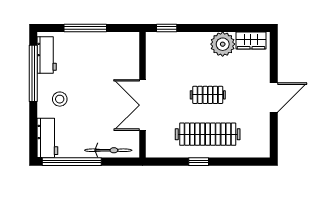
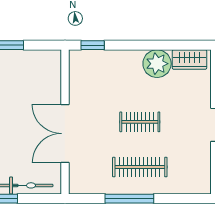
clothes rail: (208, 134) -> (140, 167), width x0.73, depth x0.76
window: (199, 162) -> (129, 199), width x2.17

